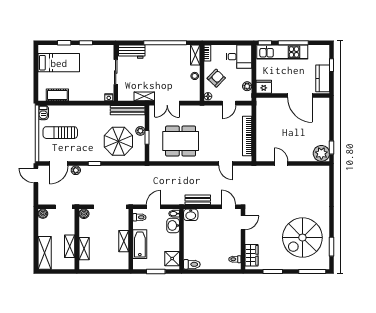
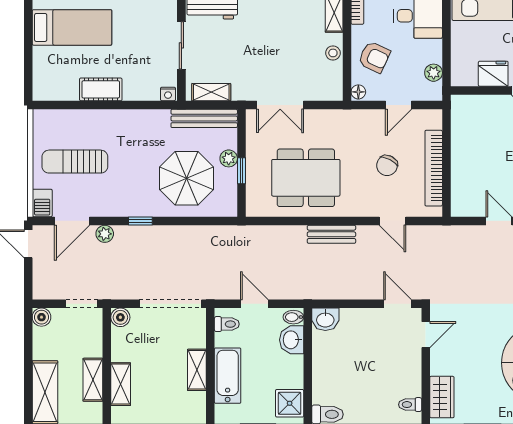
armchair: (216, 78) -> (374, 57), turned 71
fridge: (264, 87) -> (493, 74), moved
cot: (57, 95) -> (101, 89), moved
shelving: (144, 96) -> (211, 92), moved
barbecue: (43, 113) -> (42, 203), moved
chair: (223, 135) -> (387, 165), added
bench: (198, 200) -> (331, 234), moved
door: (154, 207) -> (254, 304), hinge flipped

